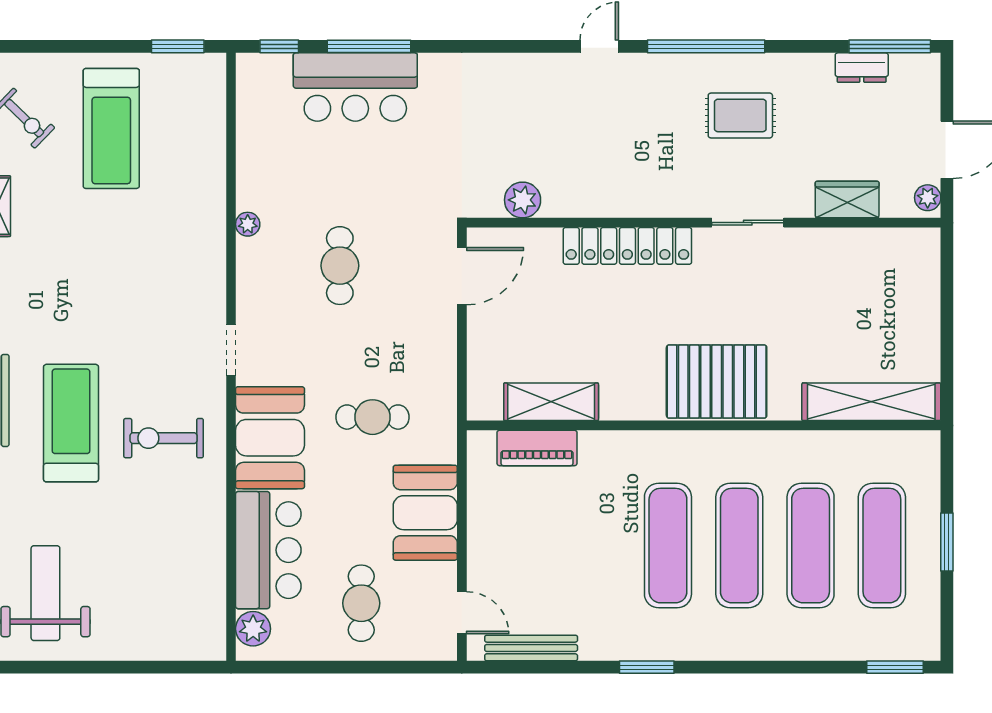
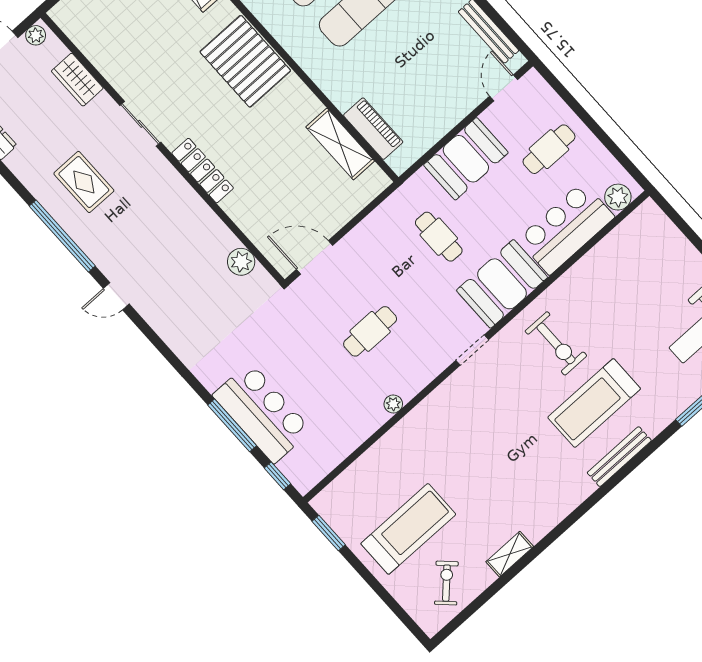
locker: (627, 246) -> (203, 171), width x0.71, depth x0.83

